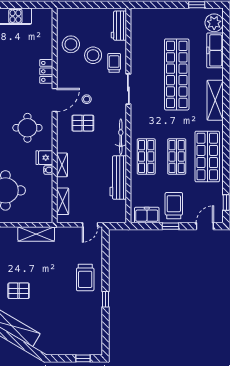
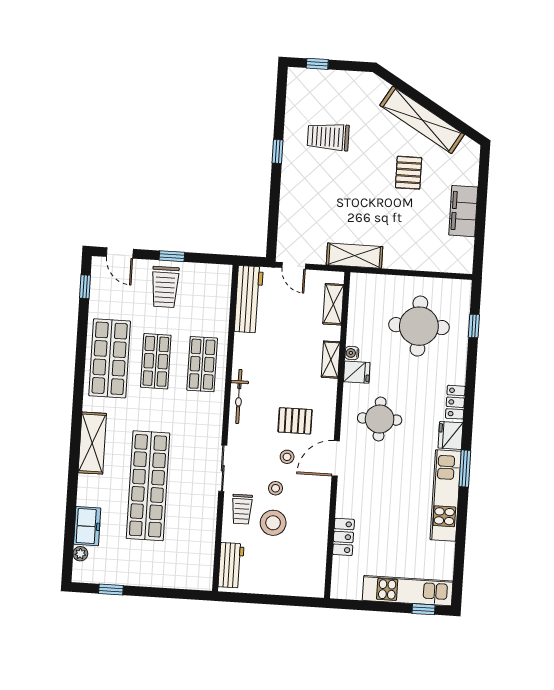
plant: (214, 23) -> (80, 554), width x0.53, depth x0.53
stool: (71, 44) -> (276, 488), moved, width x0.53, depth x0.53
freezer: (215, 50) -> (87, 526), width x0.71
locker: (46, 71) -> (343, 537), moved
workbench: (118, 178) -> (249, 299), moved
freezer: (147, 215) -> (207, 275), removed
door: (90, 225) -> (294, 266), swing flipped
door: (205, 226) -> (120, 253), hinge flipped
shelving: (36, 234) -> (355, 256), moved
trolley: (85, 277) -> (328, 137), moved, turned -90
pallet: (19, 291) -> (409, 173), turned 90

